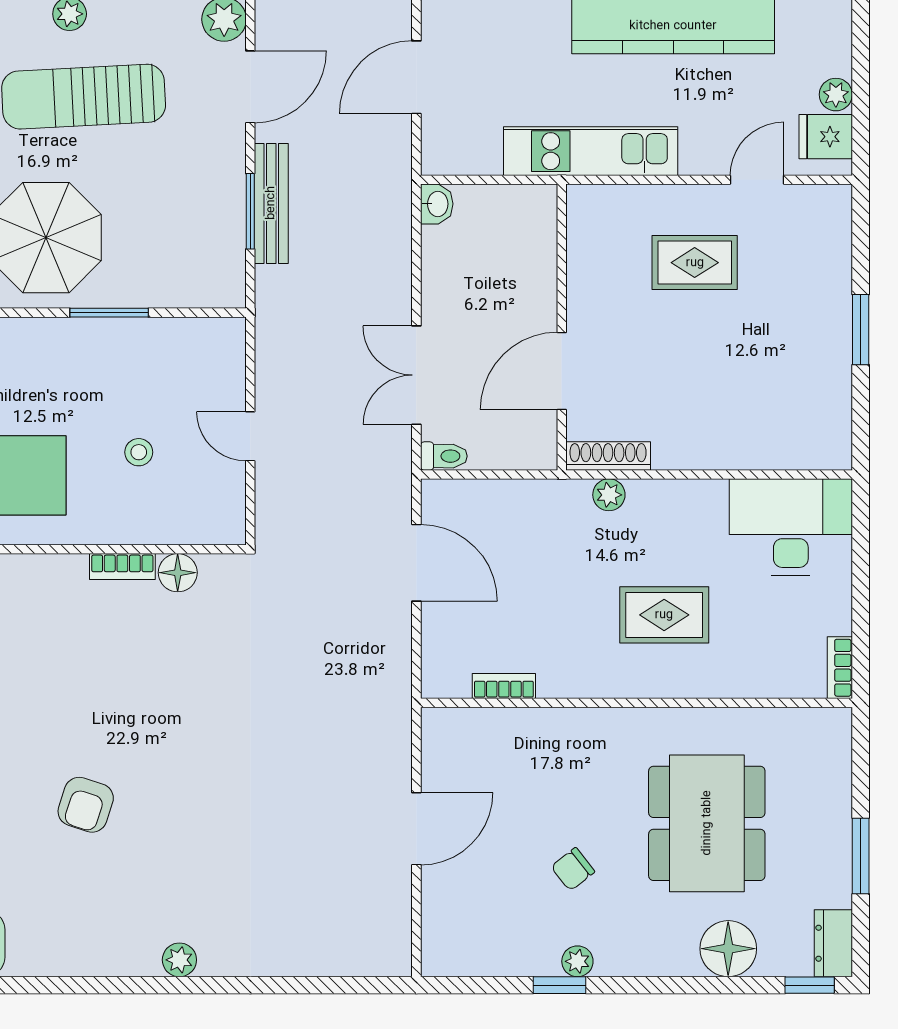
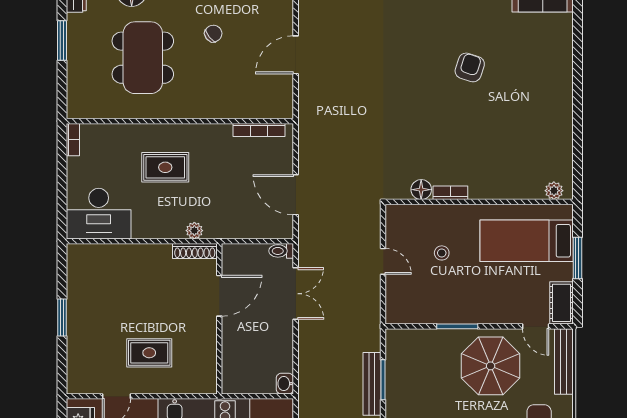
bookcase: (504, 686) -> (259, 130), width x1.56

